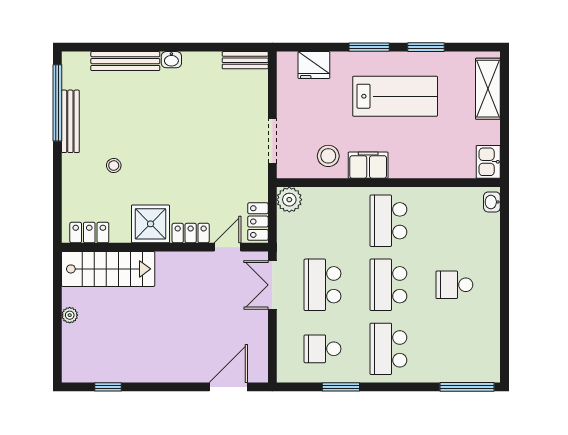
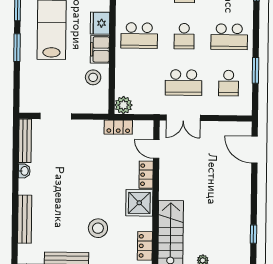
washbasin: (171, 60) -> (24, 171), moved
bench: (245, 60) -> (25, 141), width x1.36
fridge: (314, 65) -> (100, 23), moved, turned 180
doorway: (272, 141) -> (56, 116), moved
stool: (114, 165) -> (98, 228), width x1.89, depth x1.89
locker: (258, 222) -> (118, 127), moved
school desk: (388, 285) -> (184, 36), width x0.54

